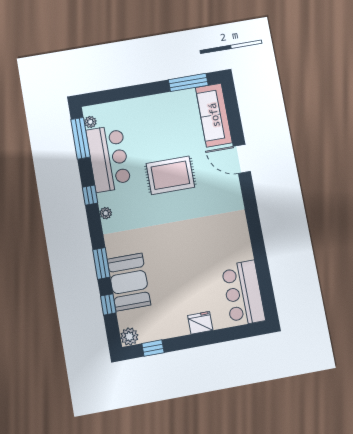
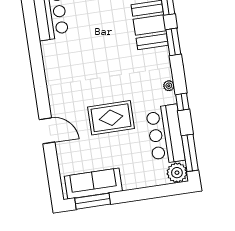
sofa: (214, 115) -> (93, 184), moved, turned -90
plant: (90, 122) -> (177, 173), width x1.88, depth x1.88

